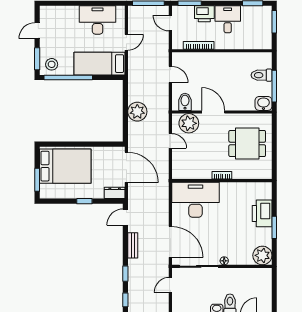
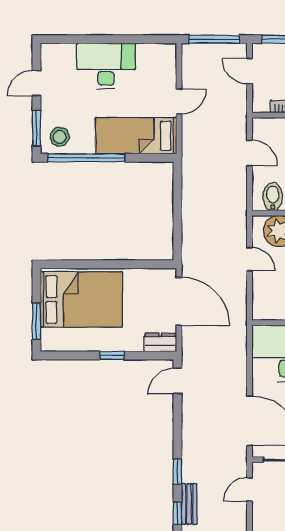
desk: (98, 20) -> (106, 66), moved
plant: (137, 112) -> (197, 212), removed
bench: (133, 245) -> (189, 504), moved

